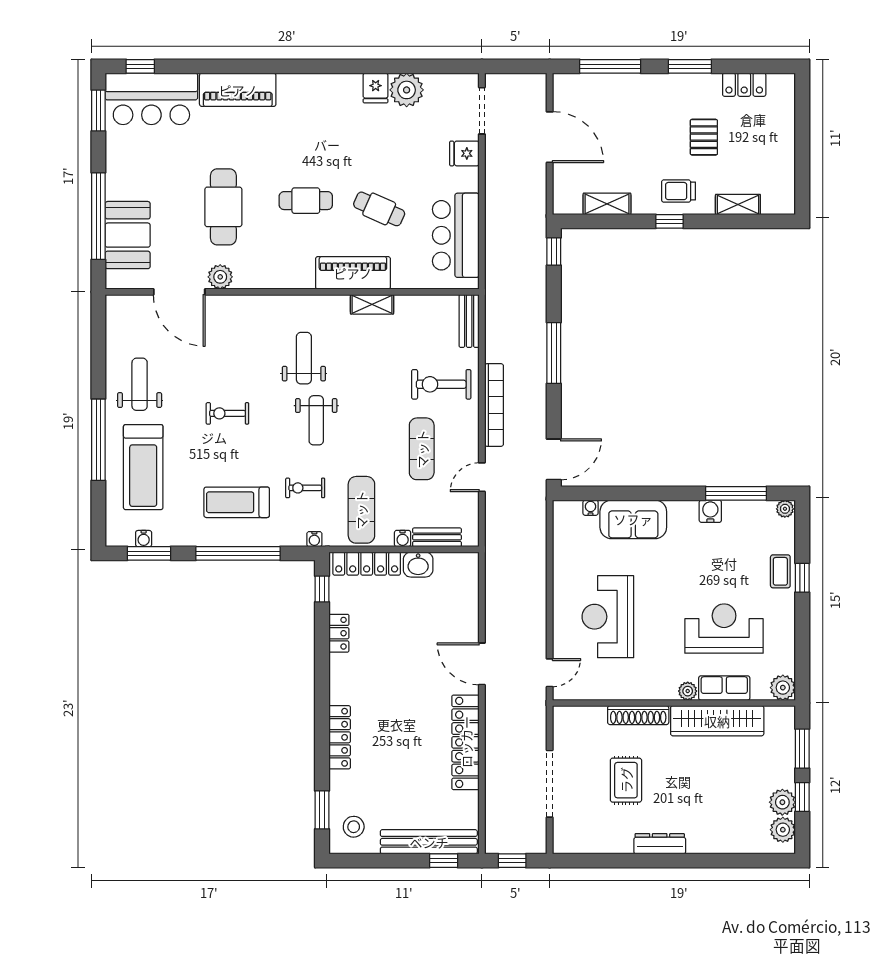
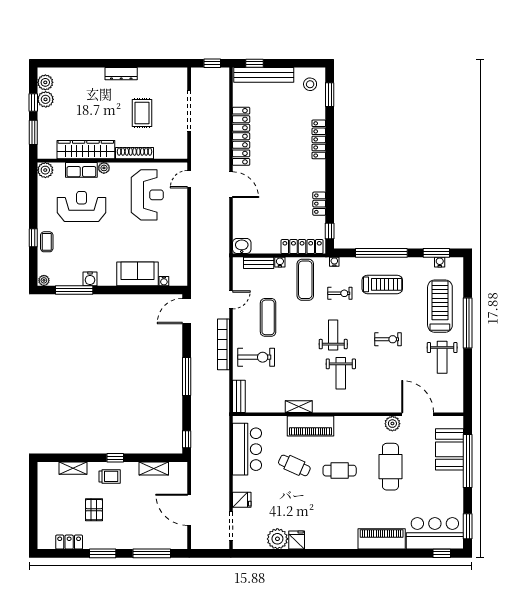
washbasin: (418, 565) -> (242, 246), moved
reception desk: (608, 617) -> (147, 195), moved
reception desk: (724, 629) -> (82, 207), turned 180

